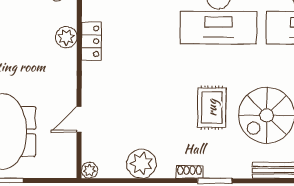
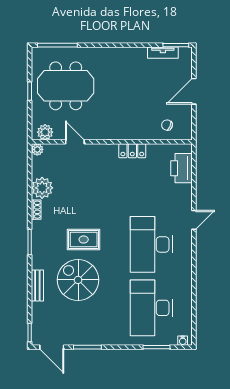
plant: (66, 37) -> (45, 132), moved
shoe rack: (189, 172) -> (36, 210), moved

